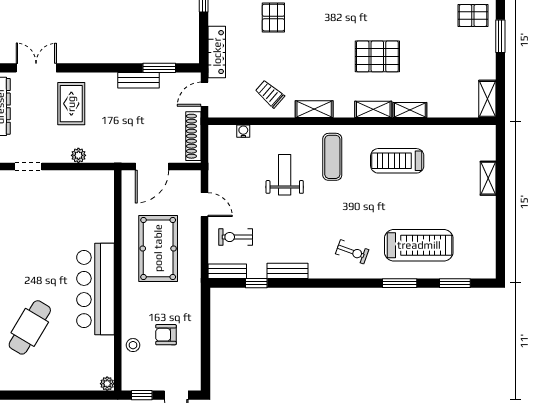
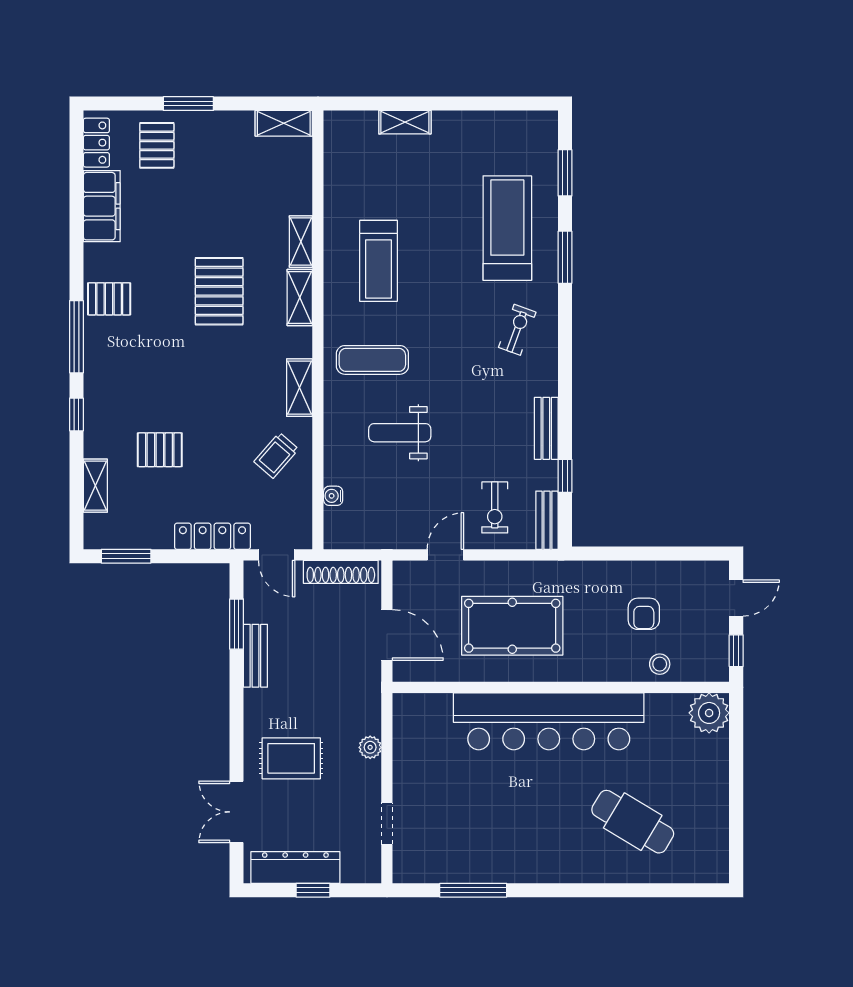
bar counter: (96, 289) -> (549, 721), width x1.36
plant: (107, 384) -> (709, 713), width x1.88, depth x1.88

